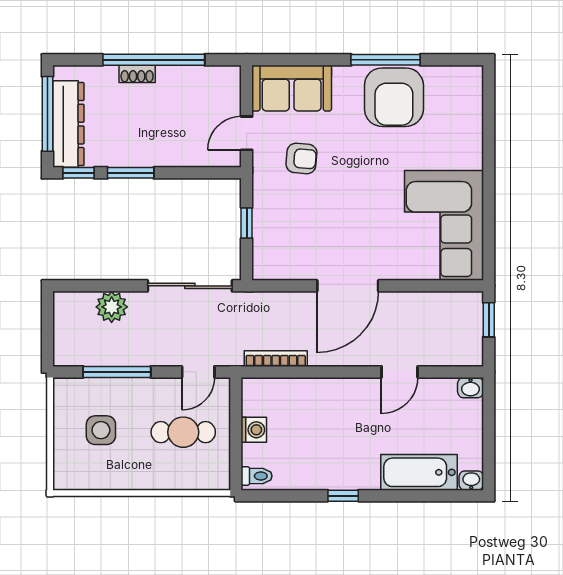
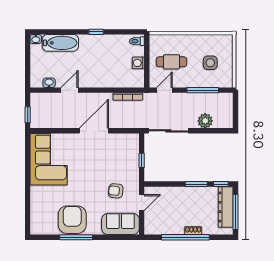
washbasin: (470, 388) -> (49, 83), moved

